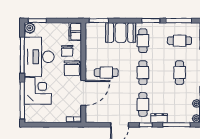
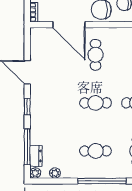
cafe table: (143, 105) -> (54, 103), removed
dresser: (159, 118) -> (36, 156), moved

